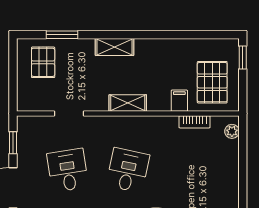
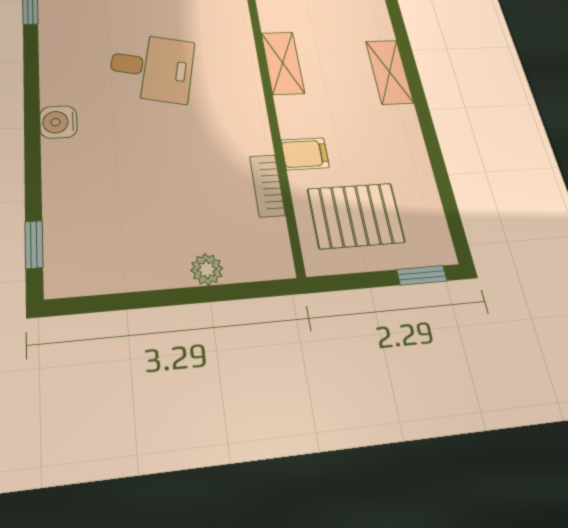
shelving: (114, 47) -> (389, 72), moved
plant: (232, 131) -> (207, 269), moved

